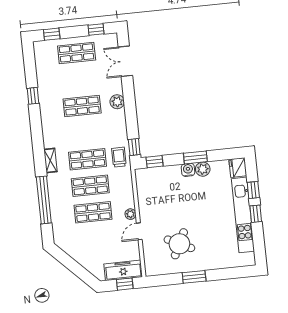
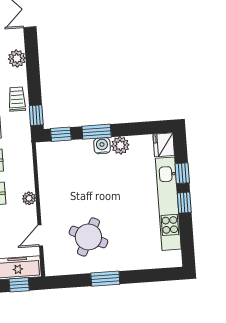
trolley: (119, 157) -> (17, 99), moved
window: (195, 157) -> (97, 132), moved
door: (139, 231) -> (40, 236), moved

